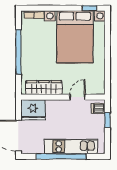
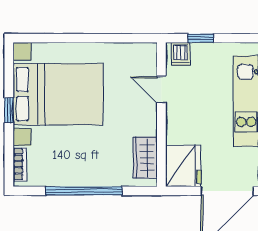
window: (89, 8) -> (9, 110), moved
wardrobe: (44, 88) -> (145, 158), width x0.67

